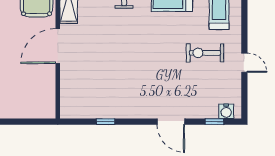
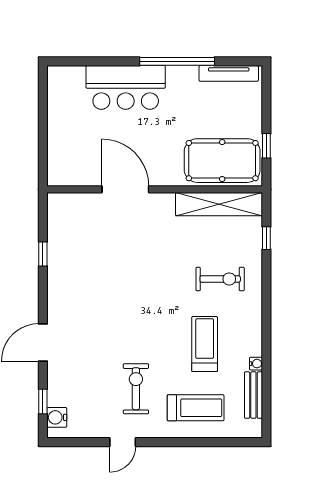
door: (58, 46) -> (125, 189), moved

